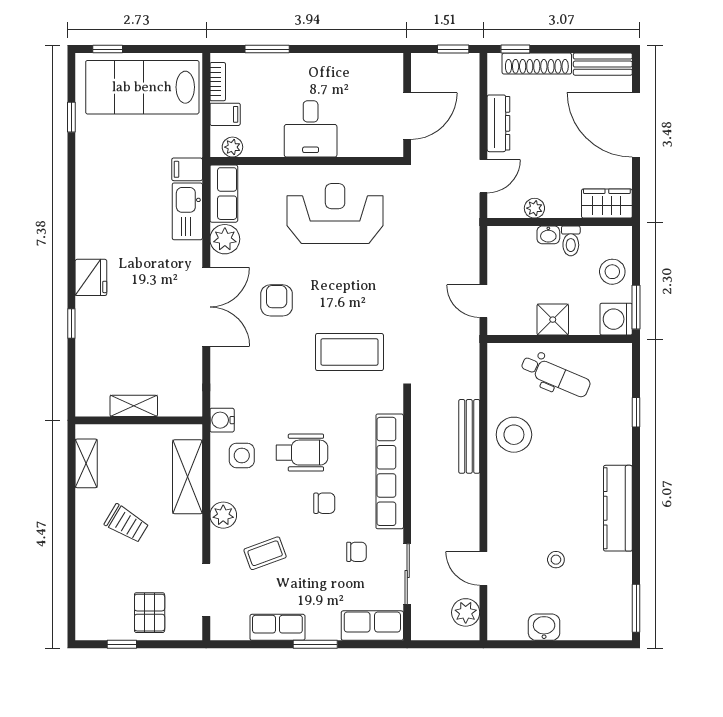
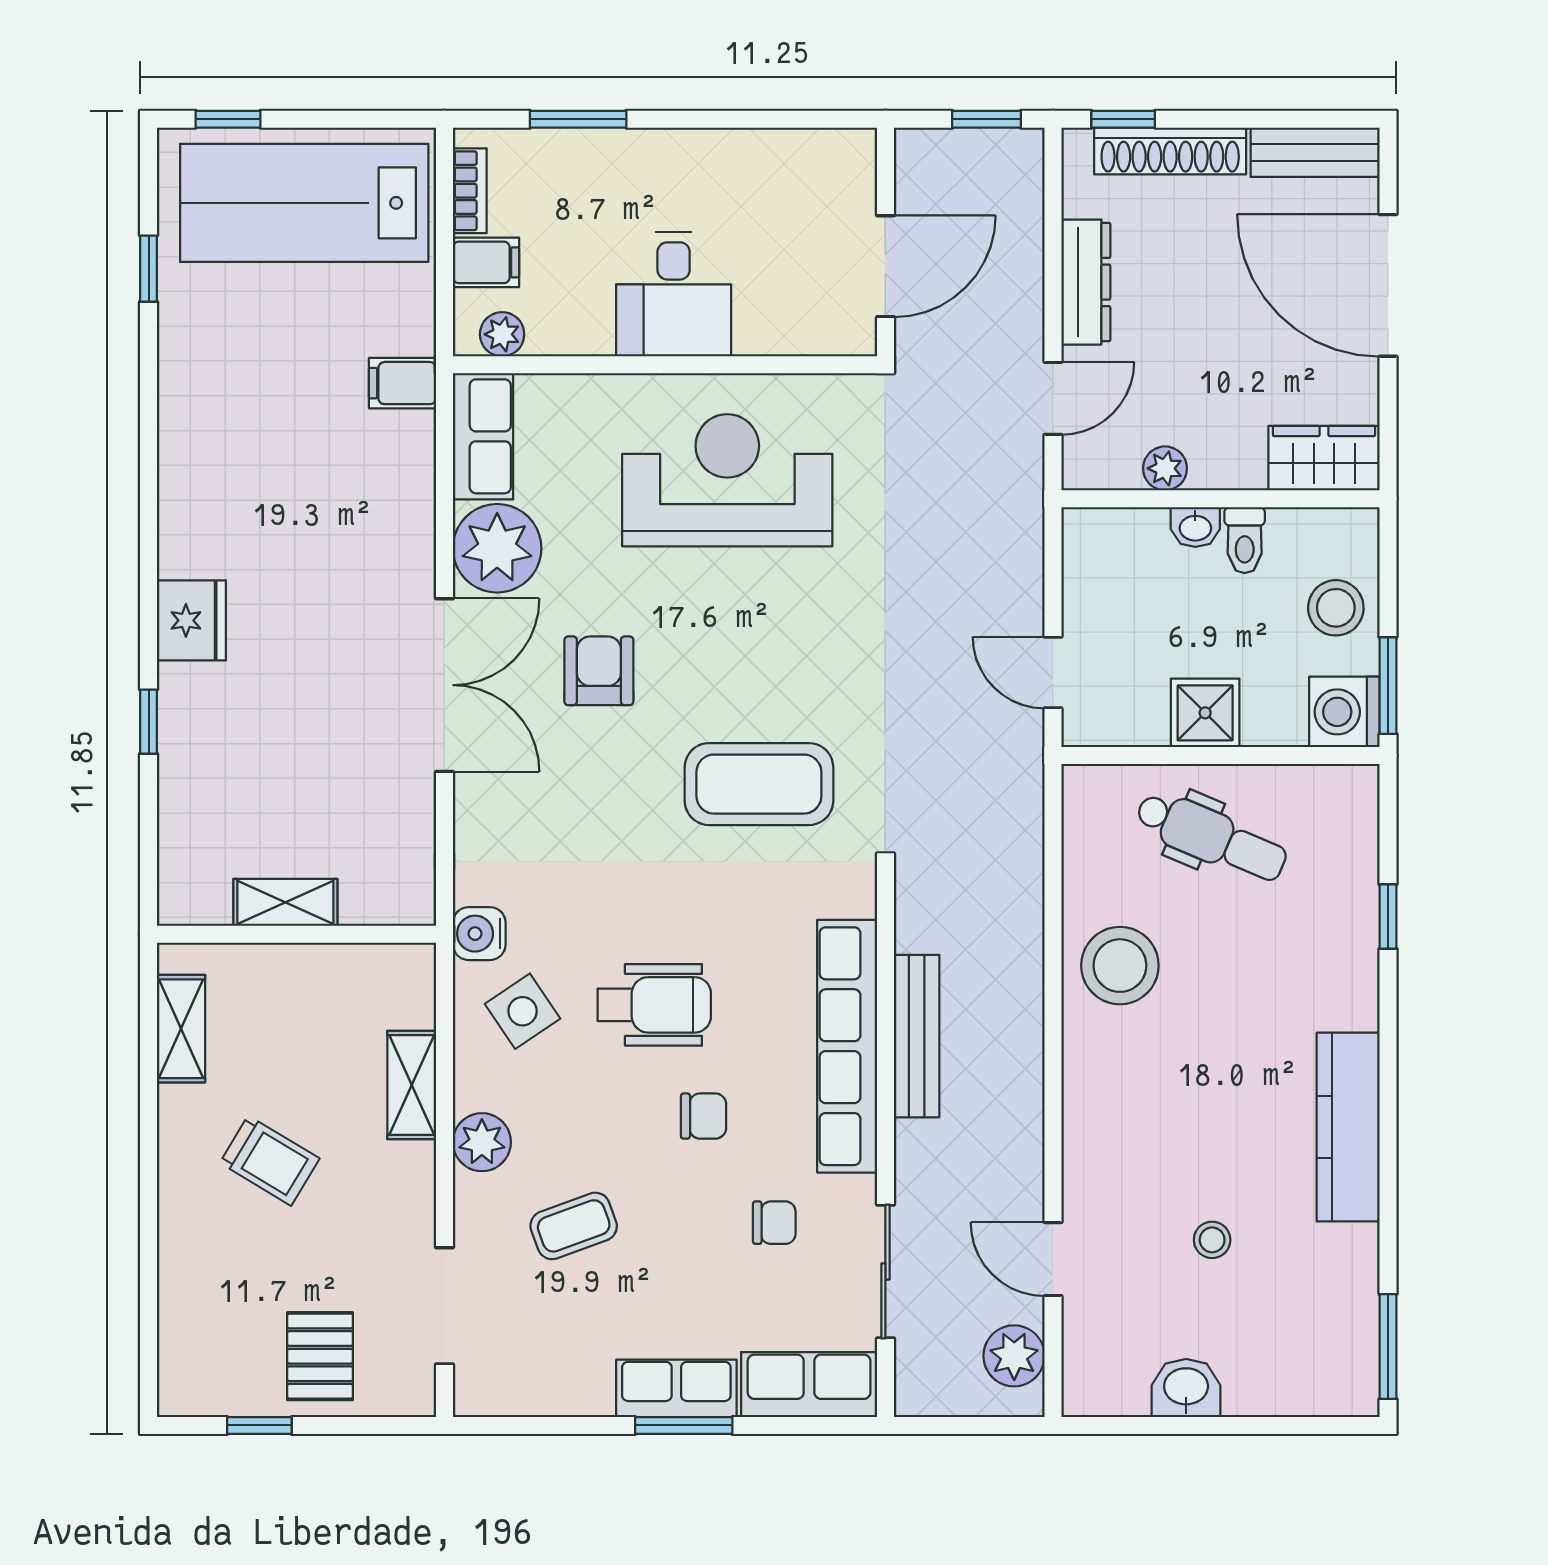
kitchen sink: (187, 211) -> (403, 475), removed
plant: (225, 239) -> (497, 548), width x1.36, depth x1.36
bench: (469, 436) -> (917, 1036), moved
side table: (242, 455) -> (523, 1011), turned -34
shelving: (188, 477) -> (412, 1085), width x0.67, depth x0.75
row of seats: (277, 627) -> (676, 1388), moved

